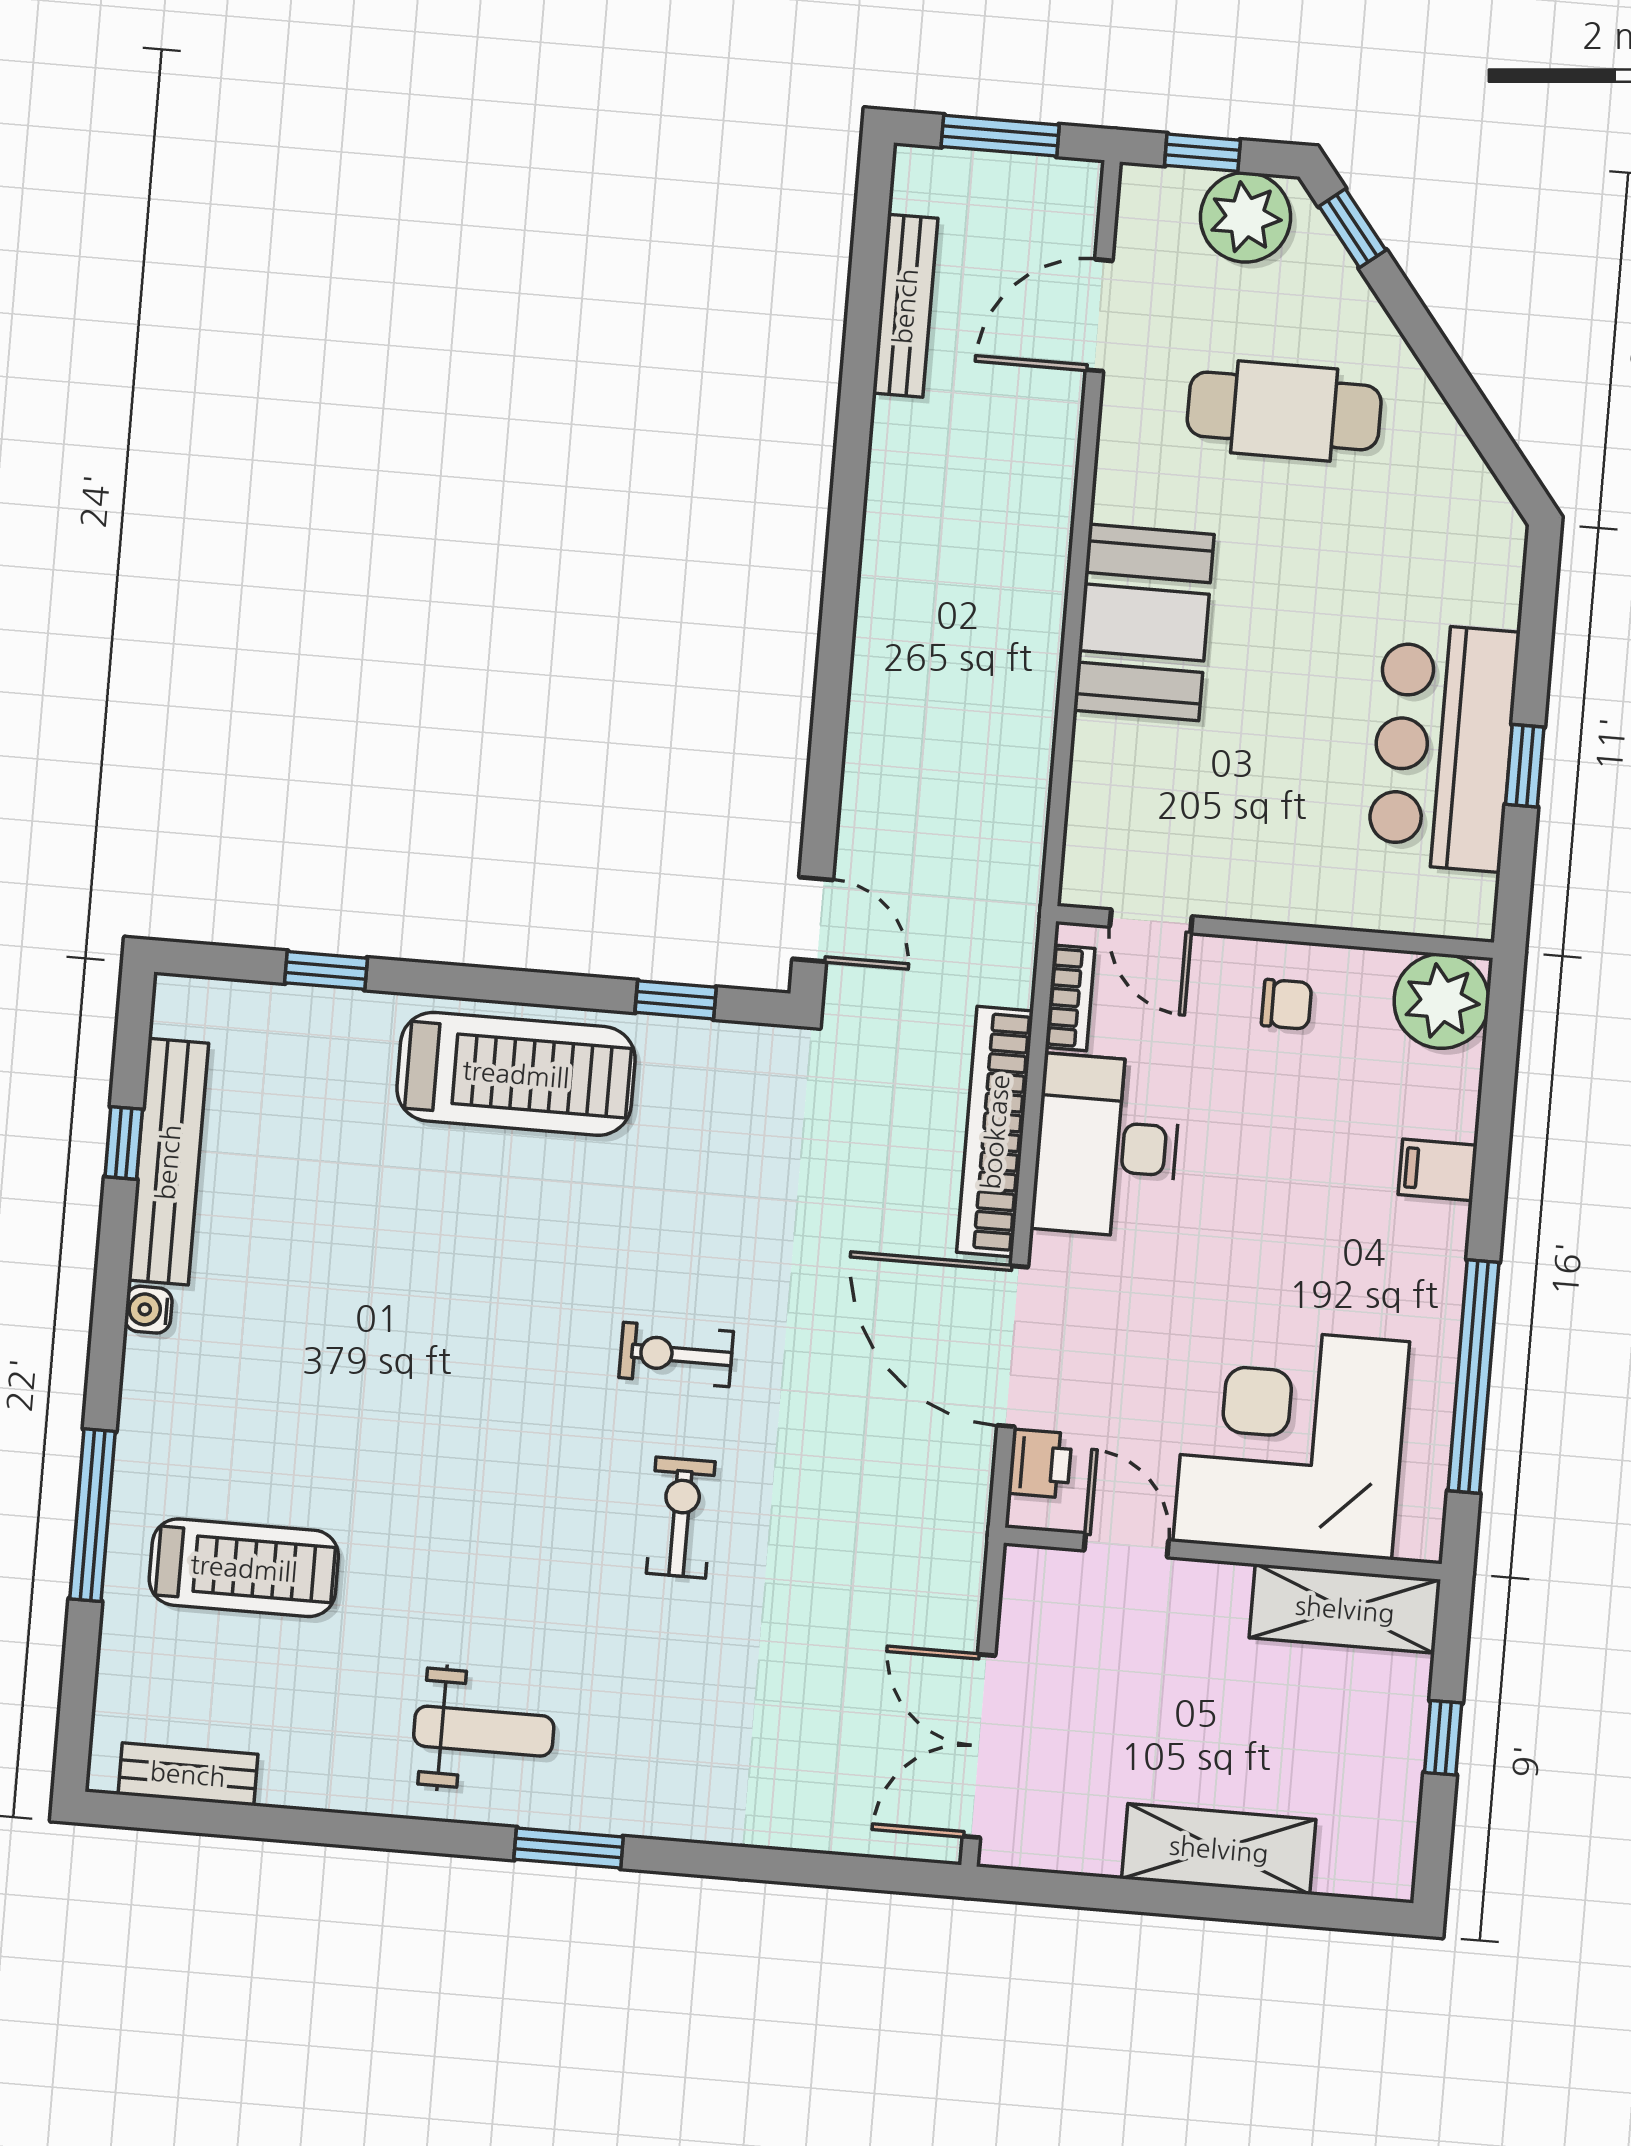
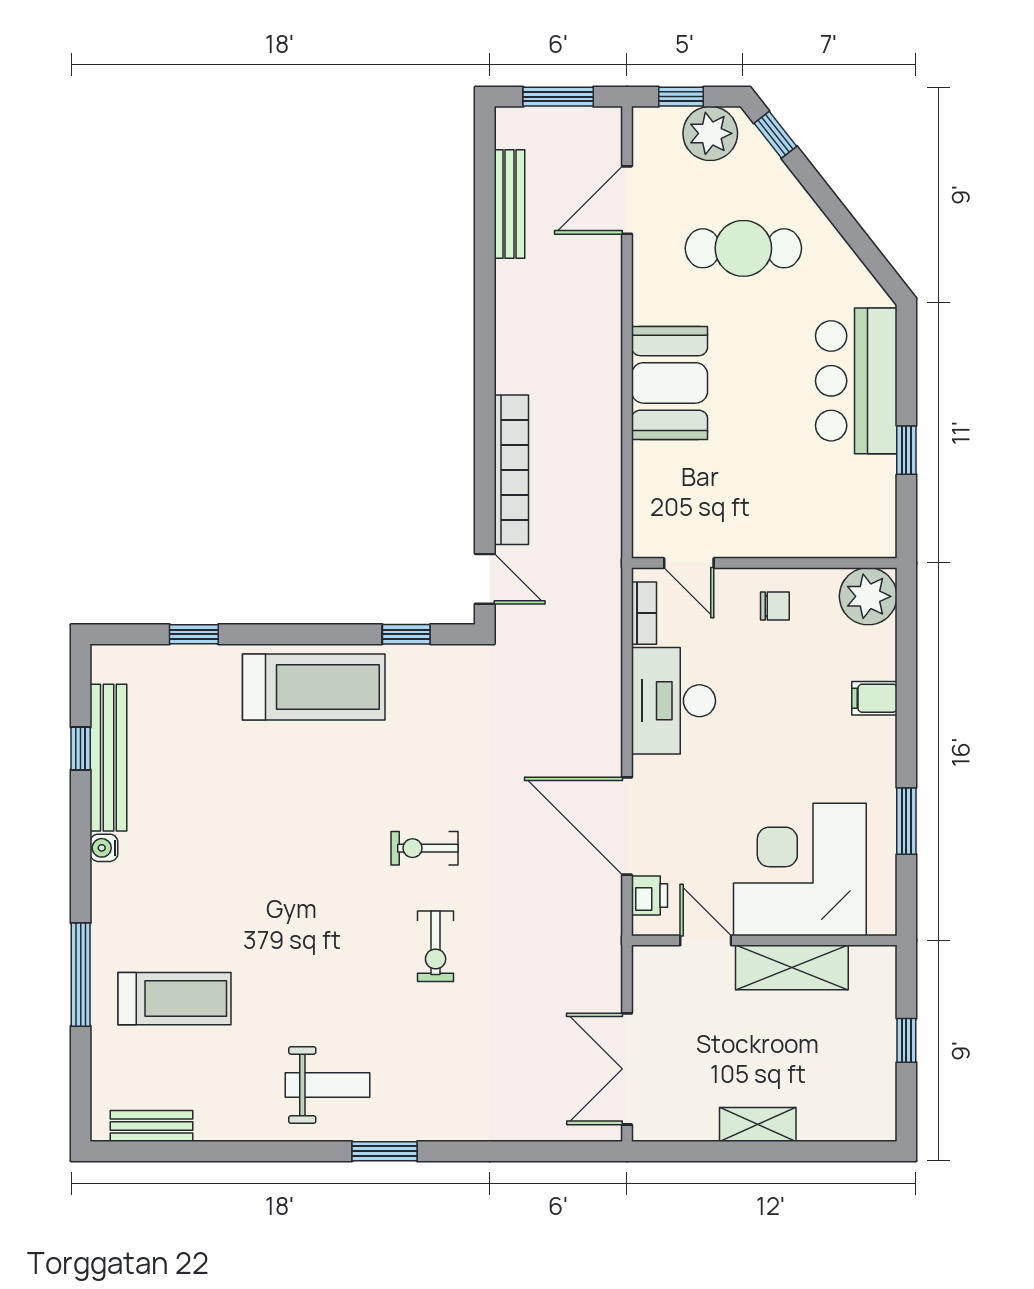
bar counter: (1443, 747) -> (856, 381), moved
bookcase: (995, 1132) -> (511, 470), moved, turned 180
window: (1473, 1376) -> (906, 821), width x0.47
exercise bike: (681, 1518) -> (436, 946), turned 180
shelving: (1345, 1609) -> (792, 967), moved
shelving: (1219, 1849) -> (758, 1125), width x0.67, depth x0.75

